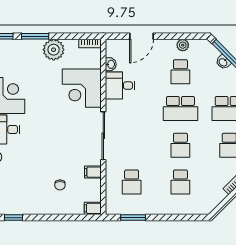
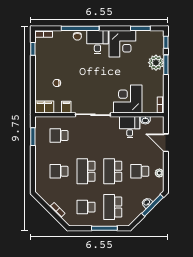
plant: (54, 50) -> (156, 63), moved
school desk: (180, 145) -> (86, 171), width x1.85
filing cabinet: (93, 208) -> (44, 107), width x2.00

